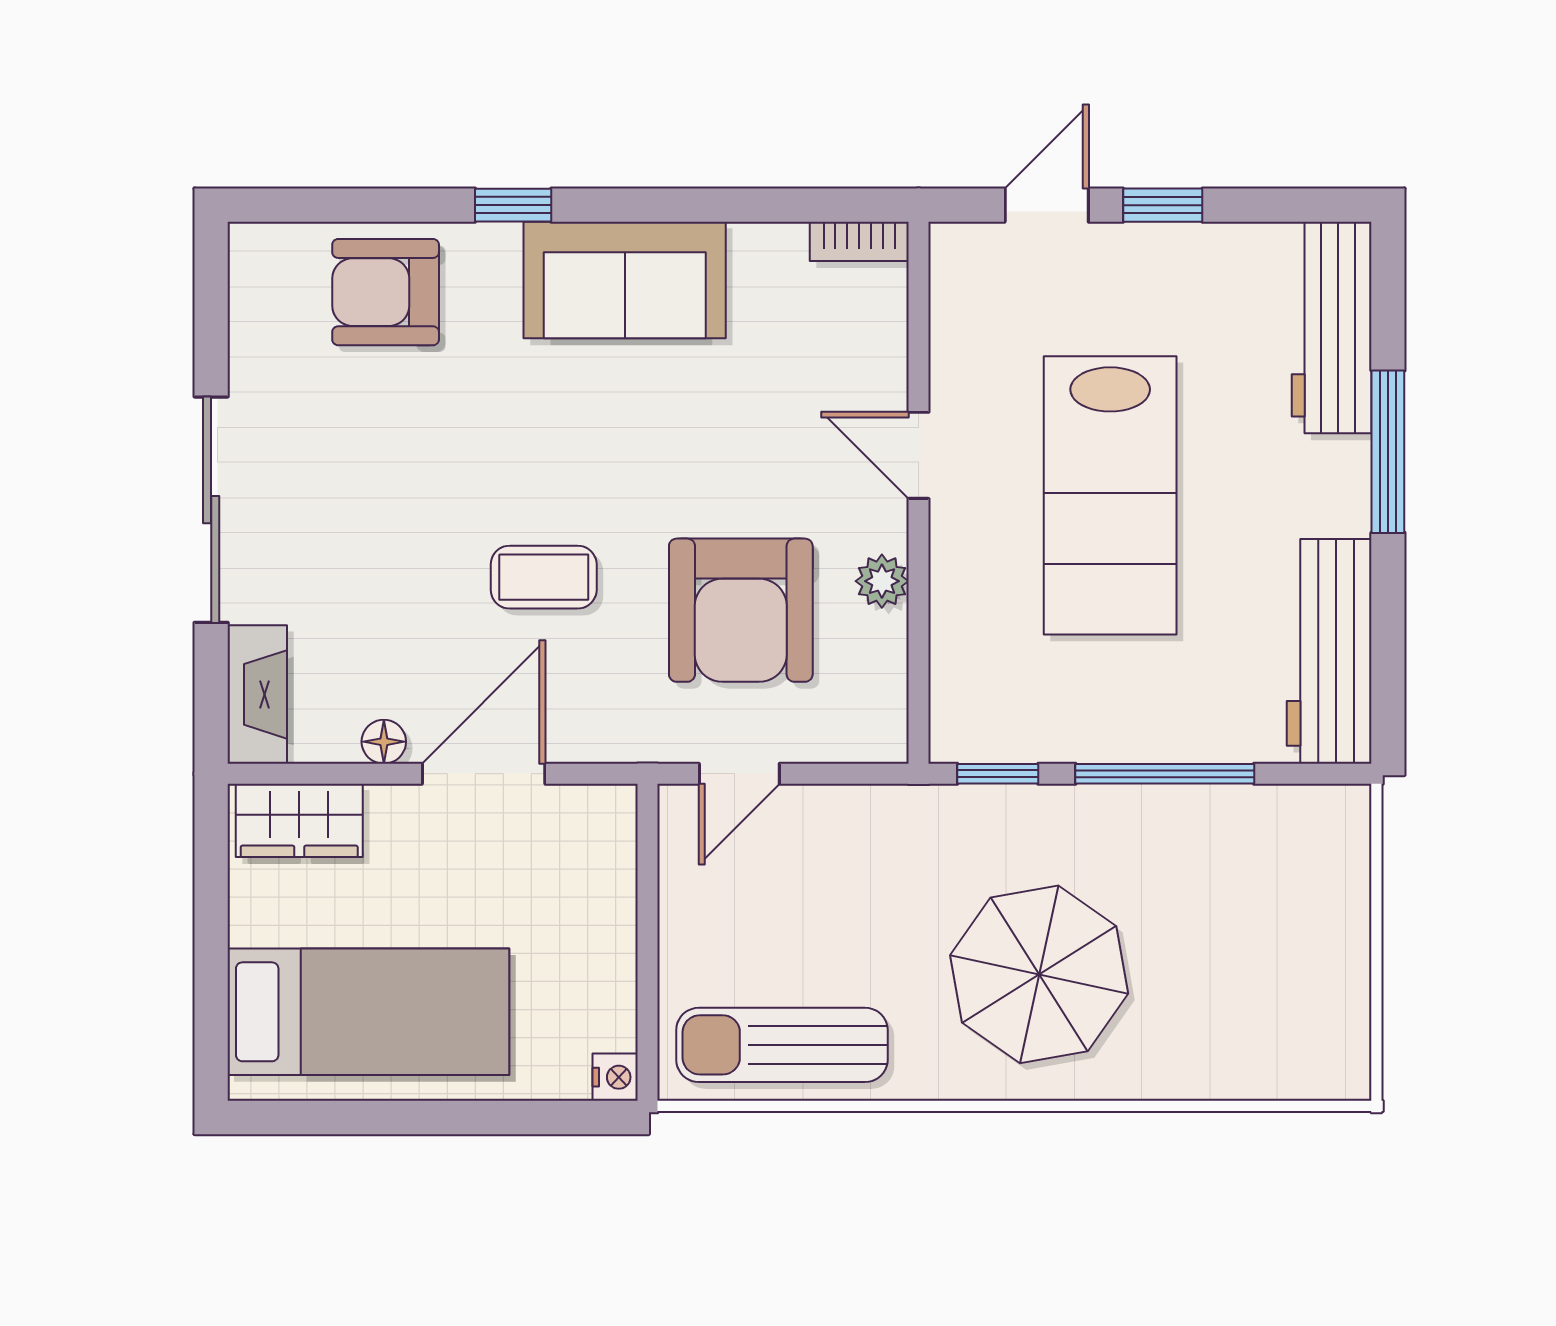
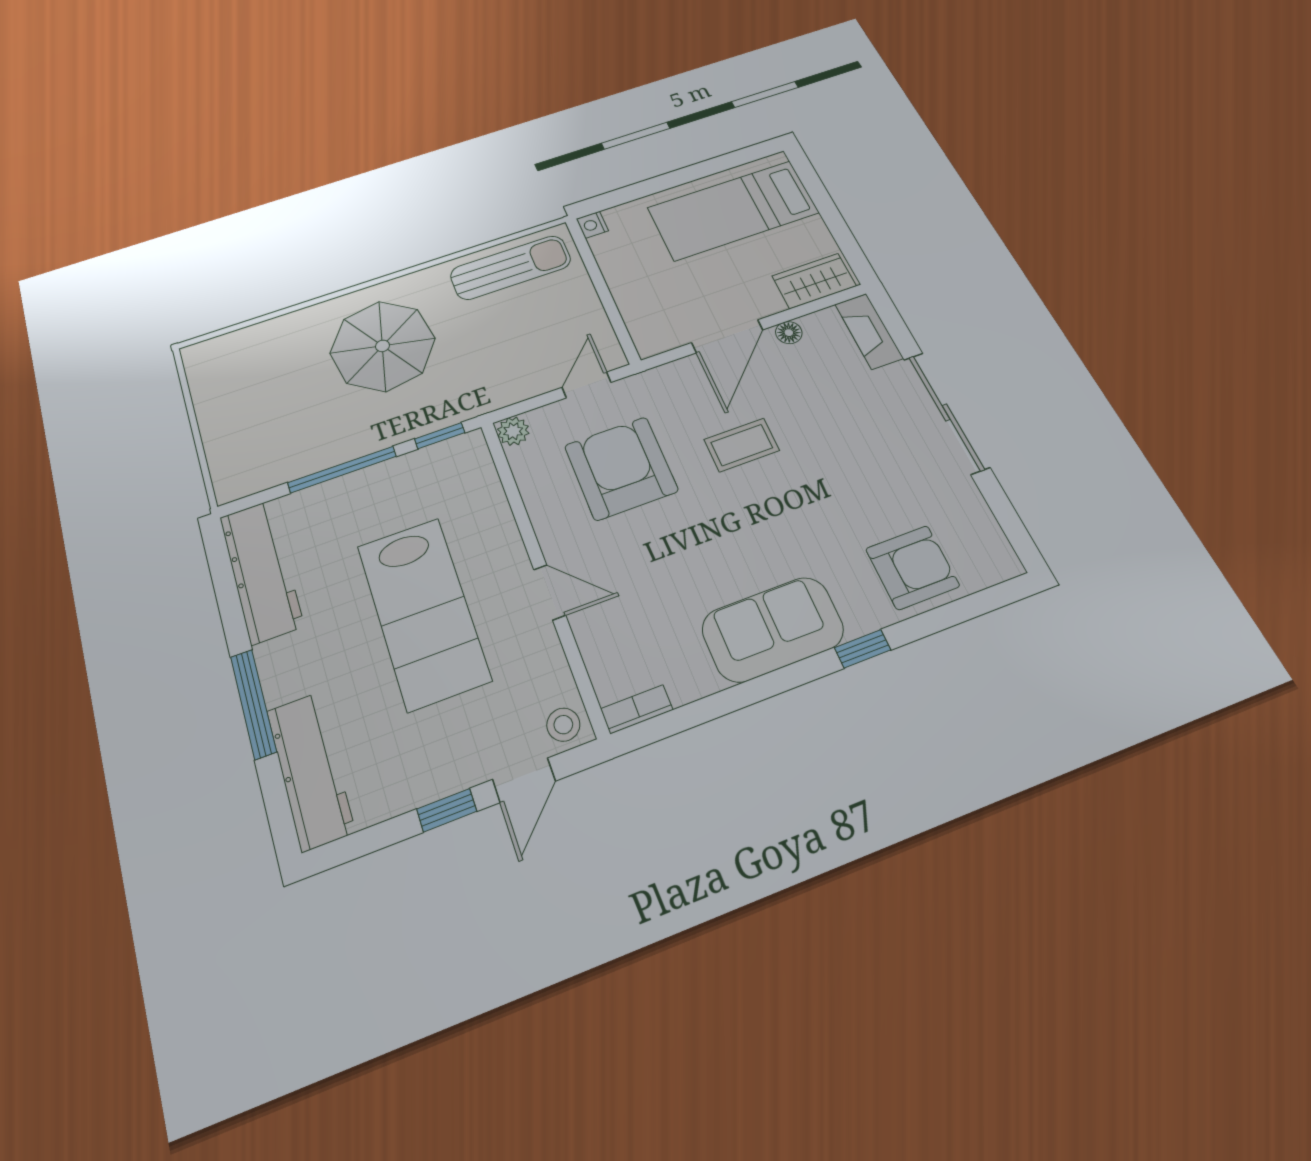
stool: (967, 259) -> (563, 725), added
lab bench: (1110, 495) -> (423, 612), turned 180
plant: (882, 581) -> (513, 431), moved

